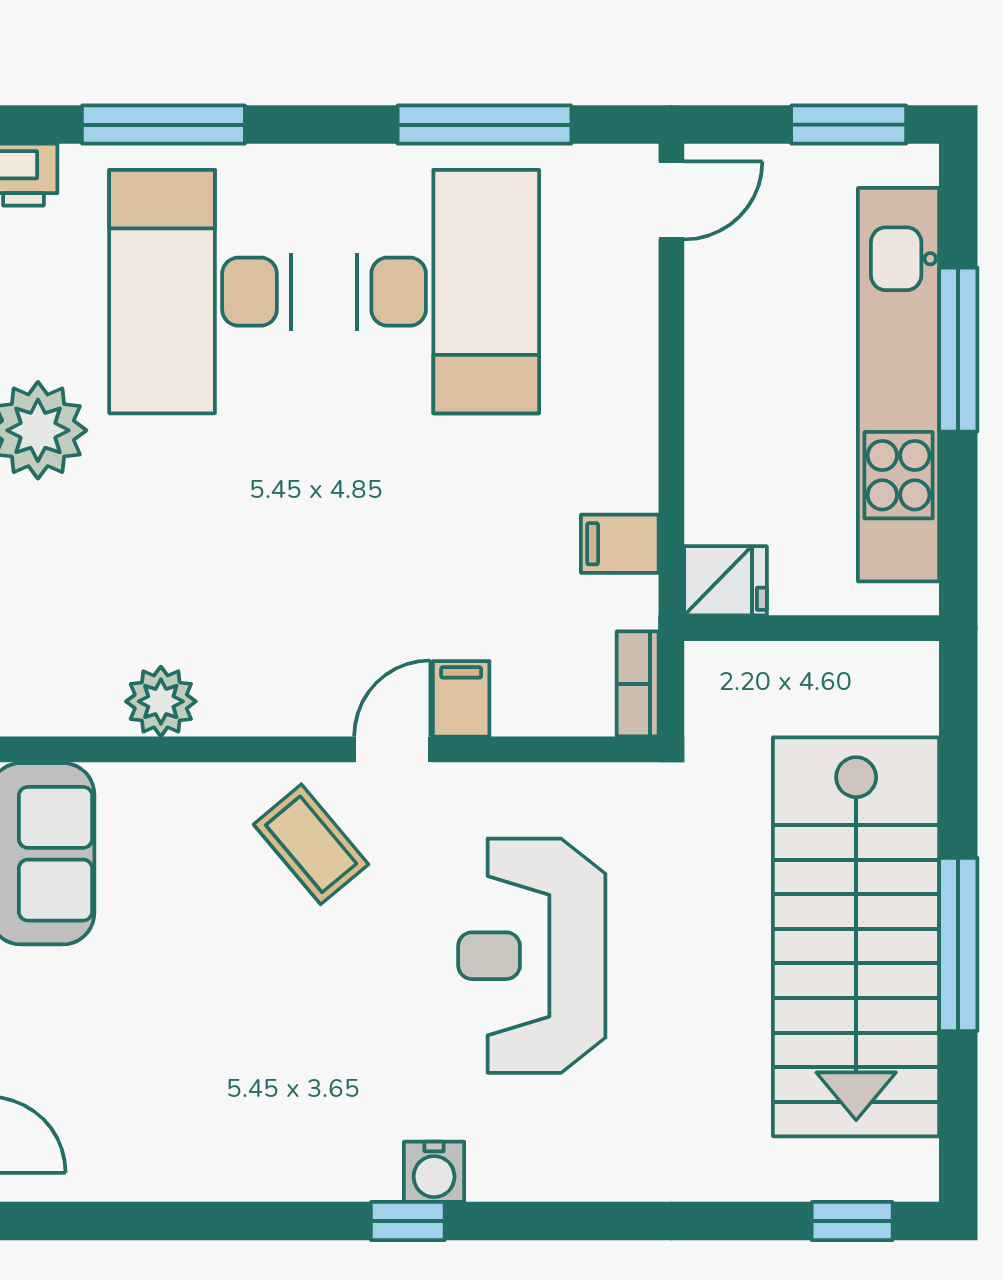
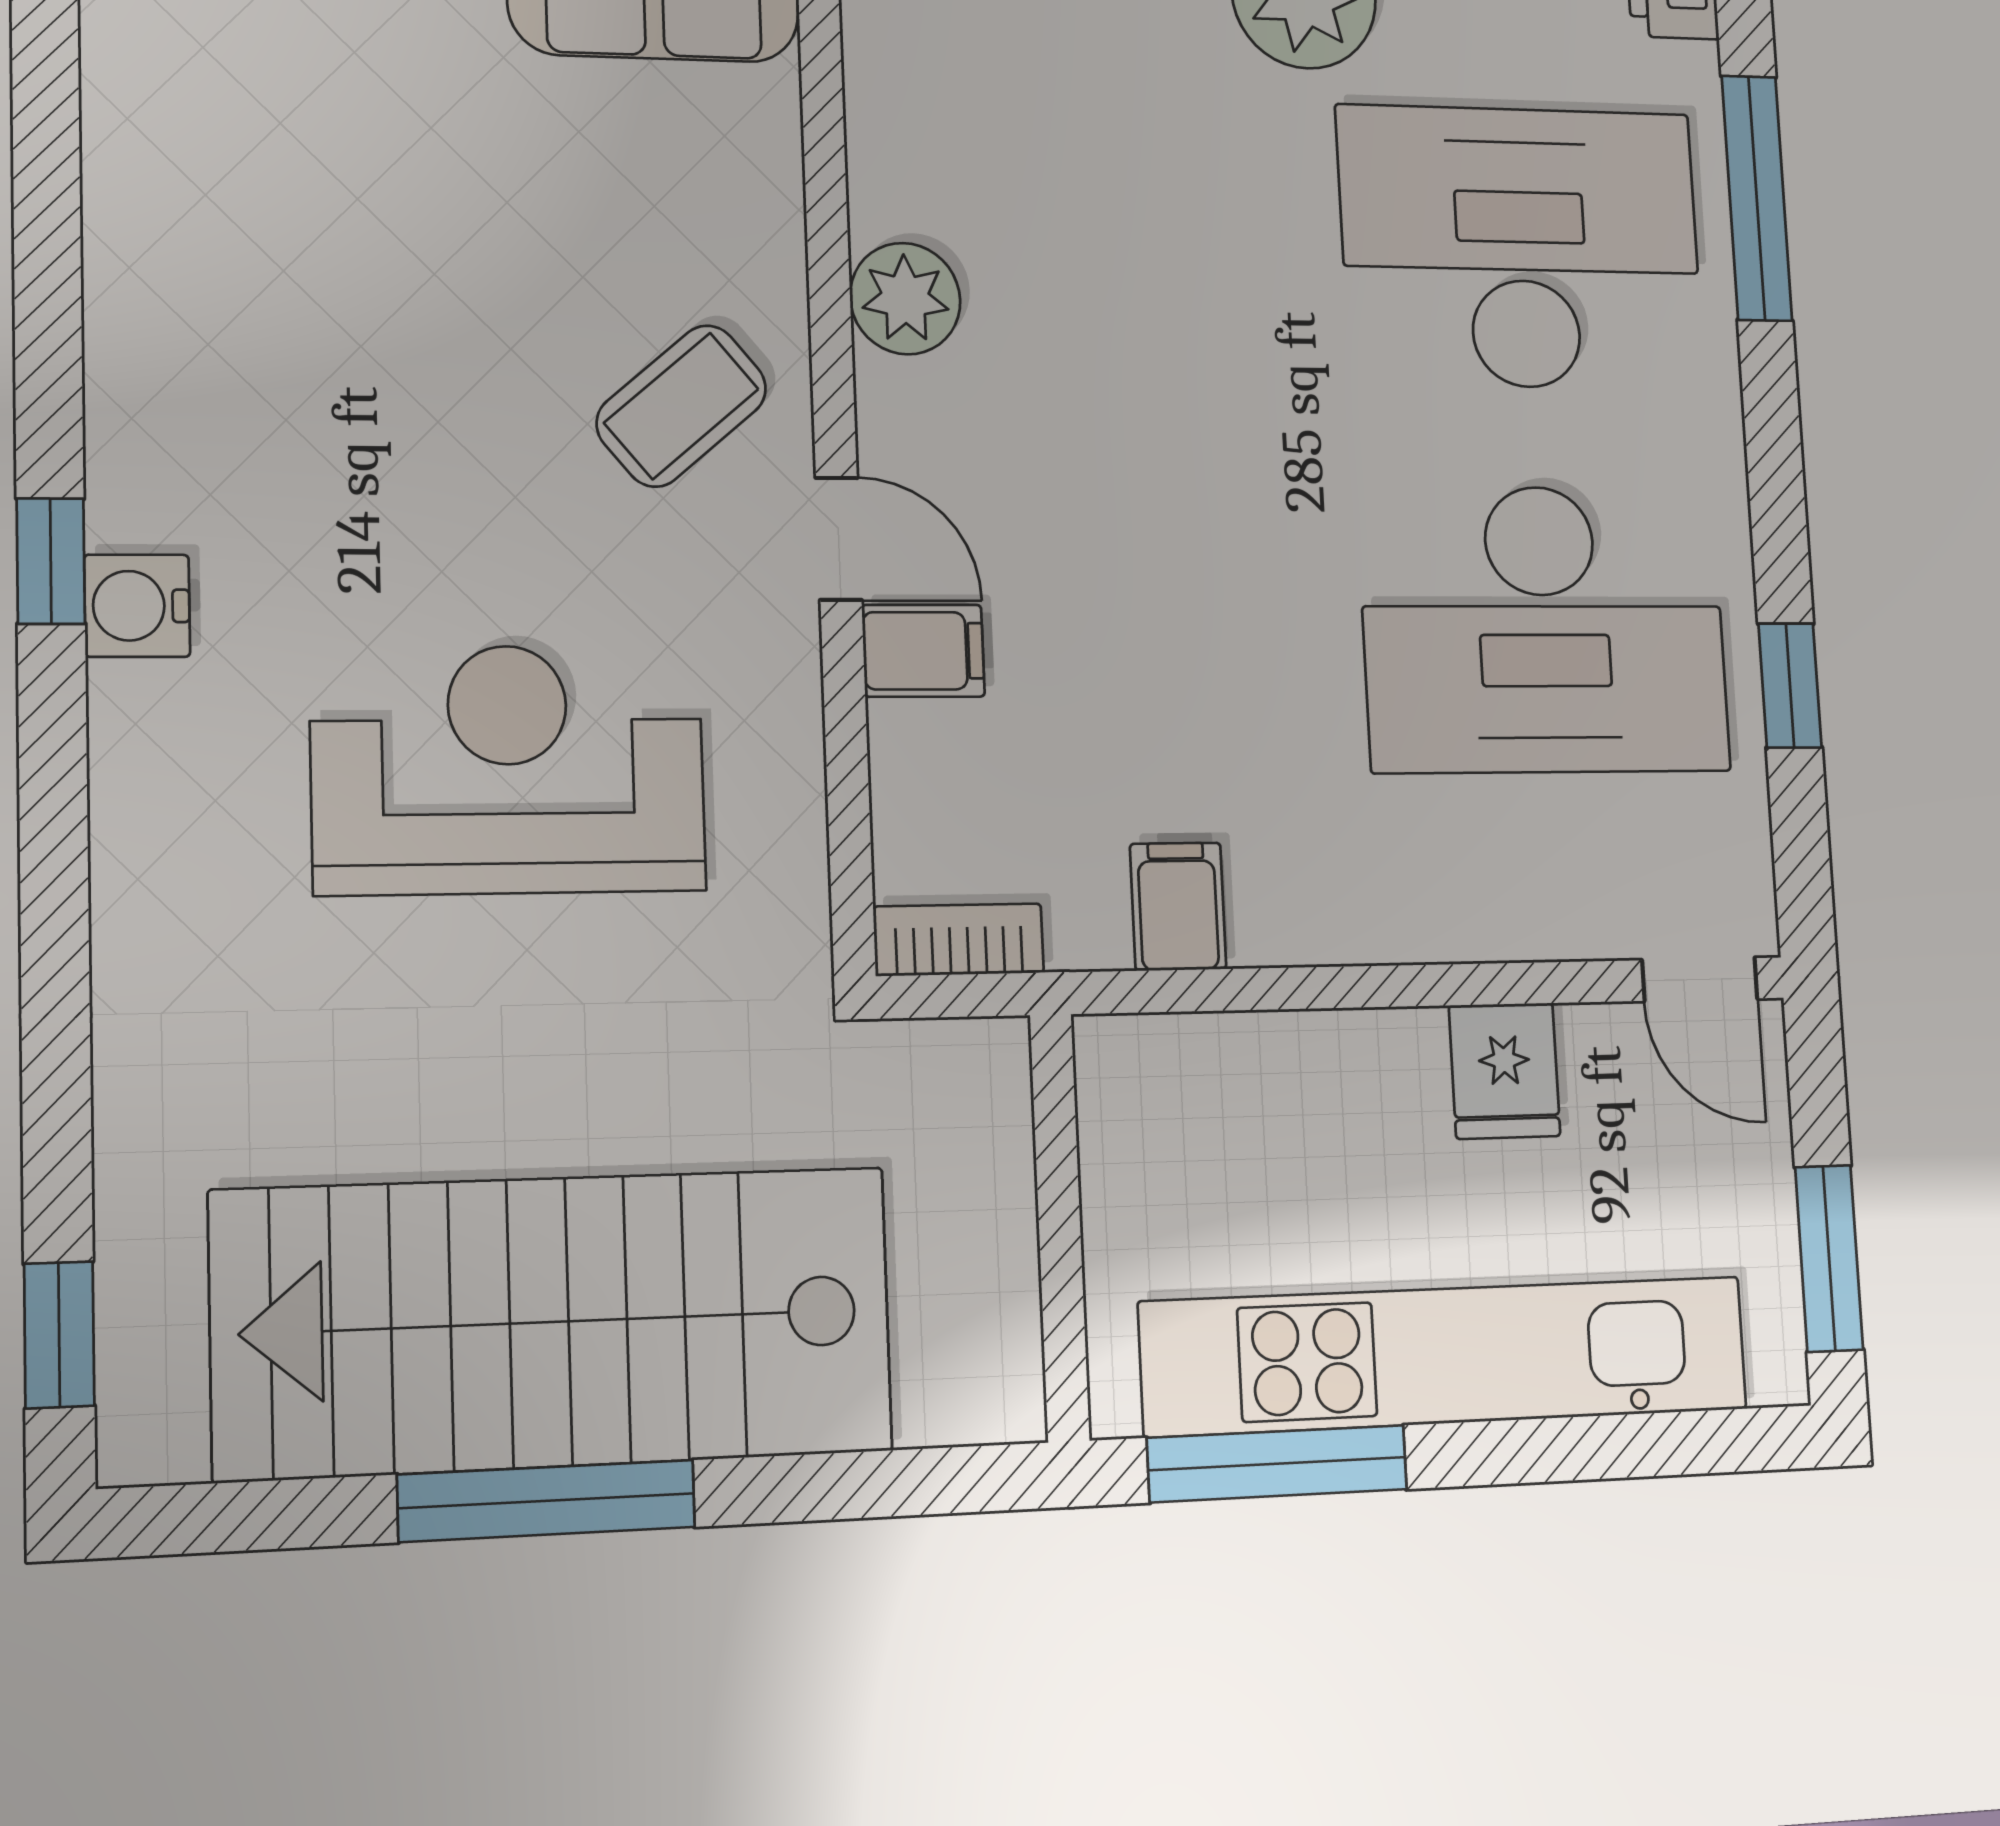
window: (484, 125) -> (1790, 685), width x0.46
window: (958, 350) -> (1278, 1464), moved
fridge: (726, 581) -> (1505, 1071), moved
plant: (161, 701) -> (905, 299), moved

